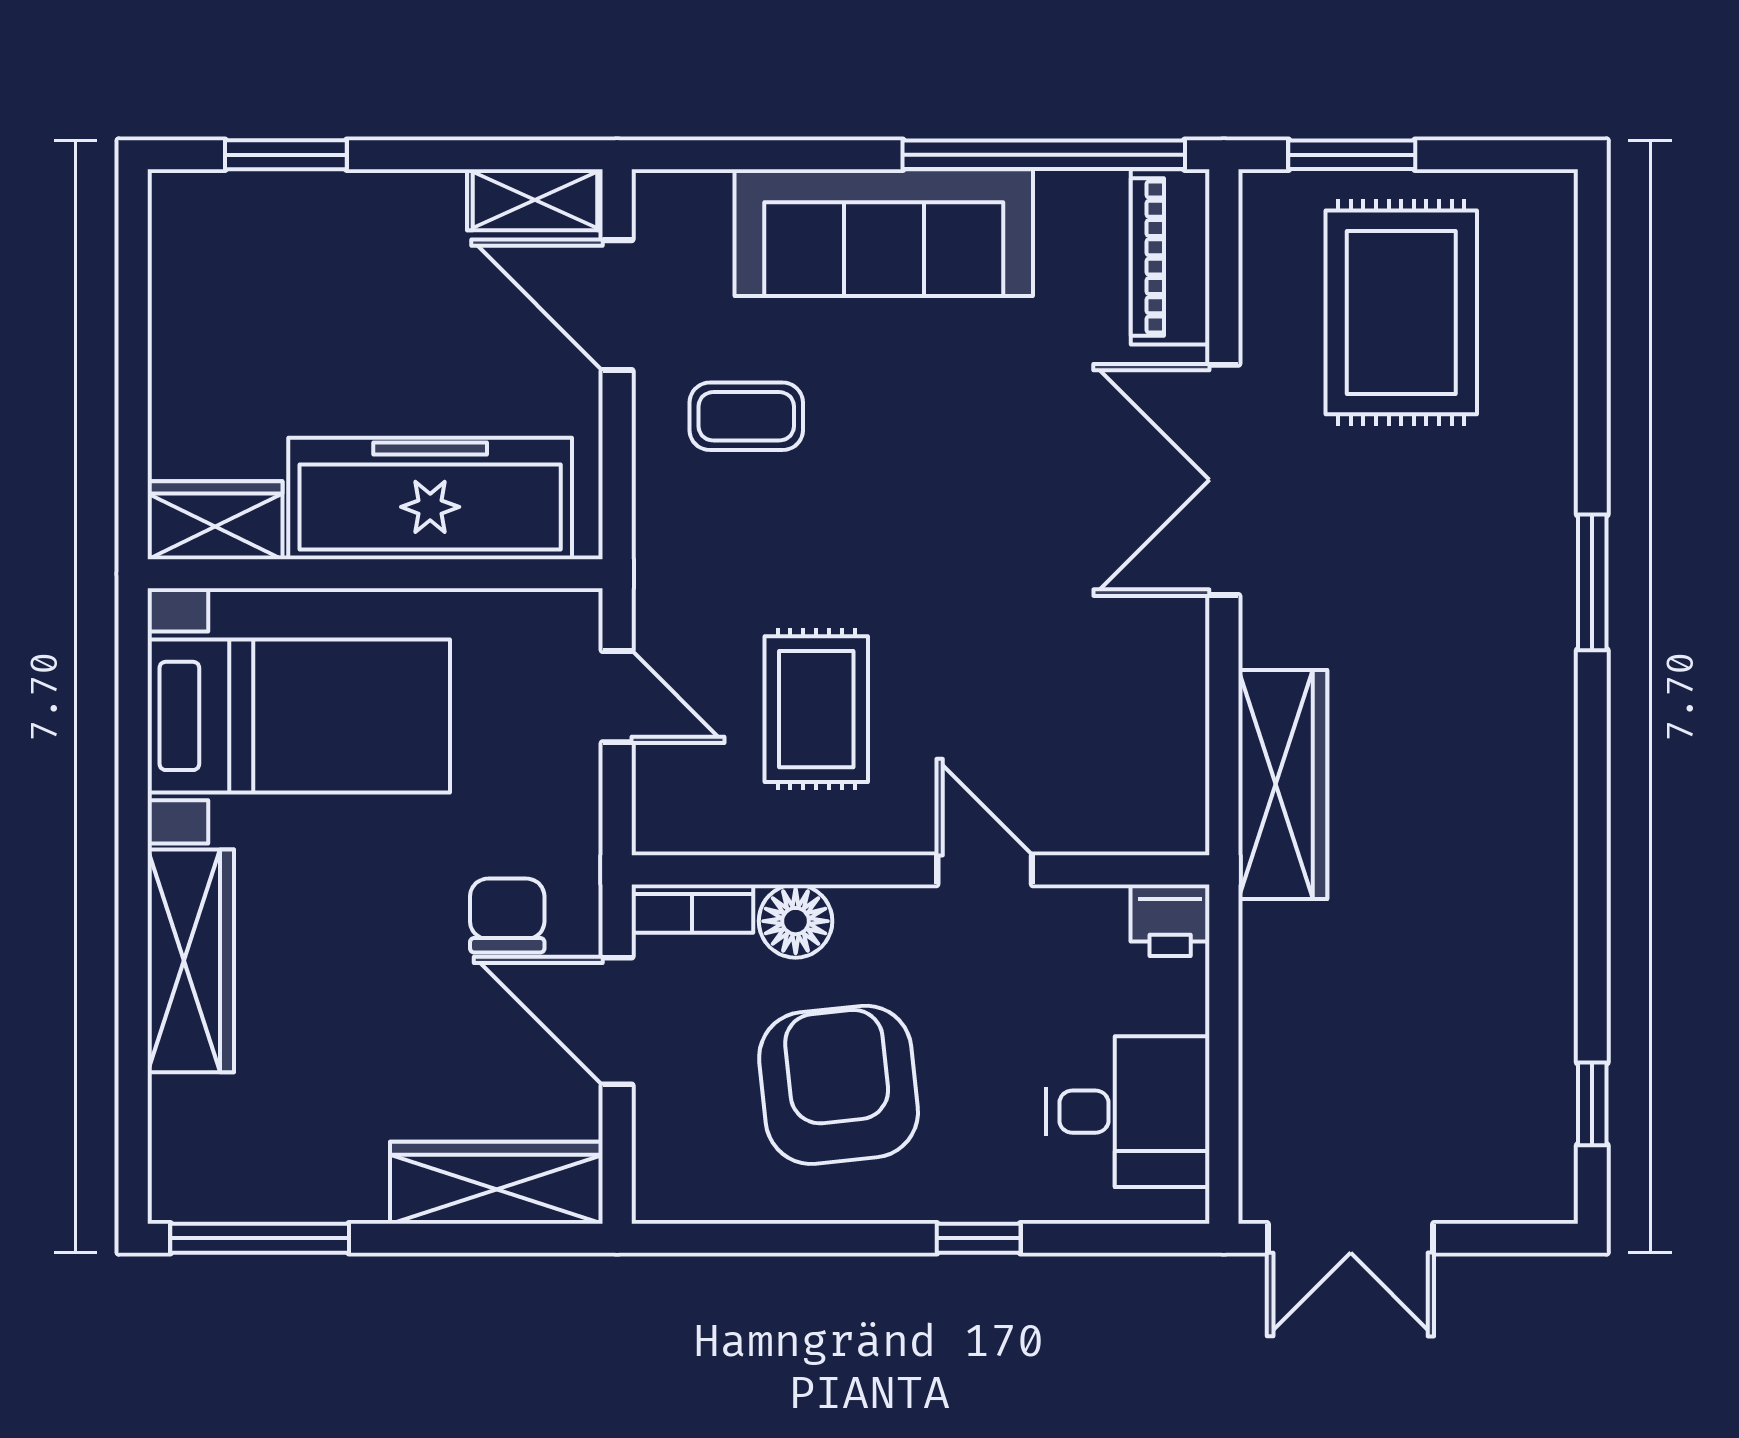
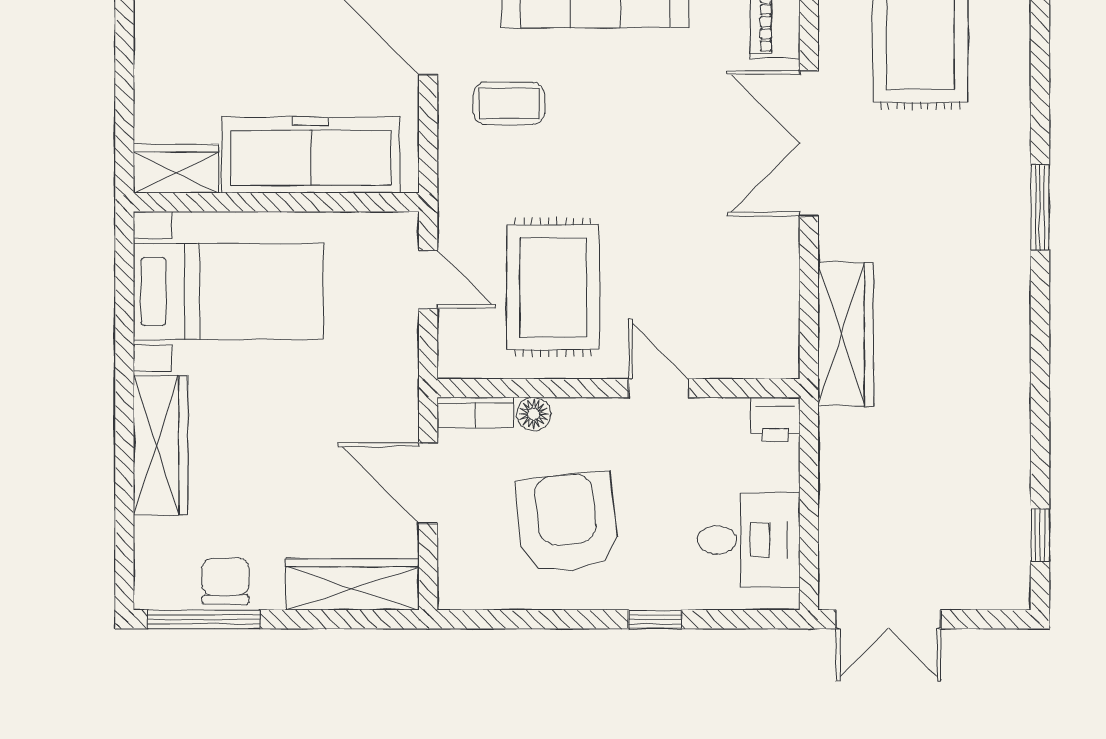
rug: (816, 709) -> (553, 287), width x1.36, depth x1.43
chair: (507, 916) -> (225, 581), moved
floor lamp: (796, 921) -> (534, 414), width x0.73, depth x0.73

